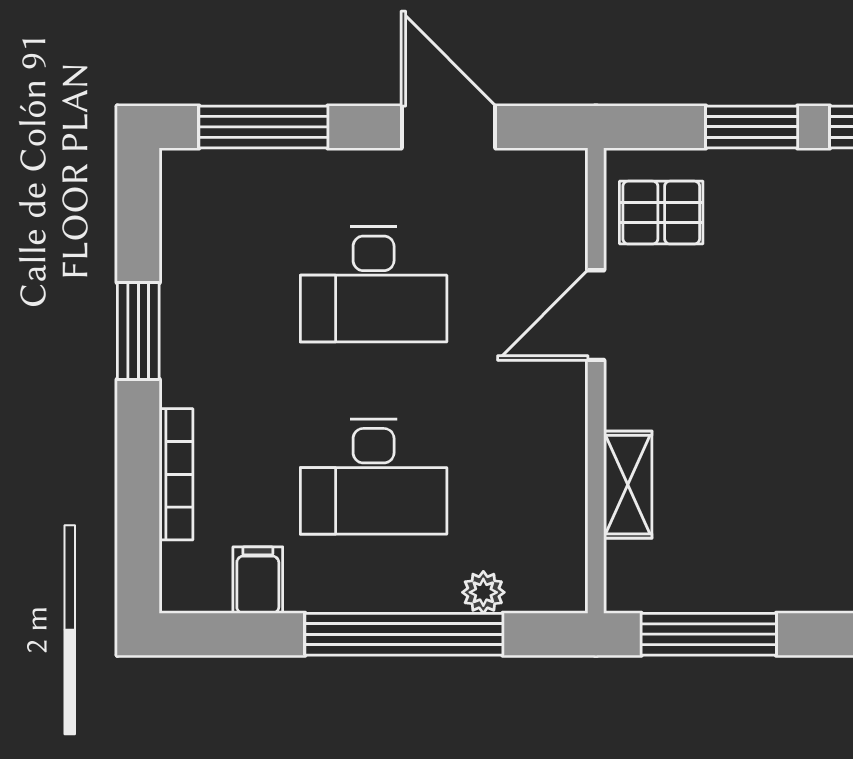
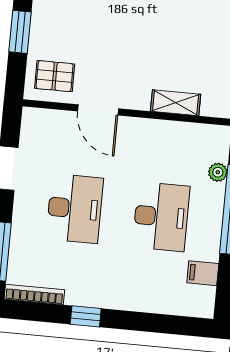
pallet: (661, 213) -> (55, 76), turned 90
window: (138, 331) -> (86, 316), width x0.67
bookcase: (176, 474) -> (34, 294), moved

